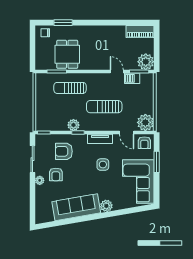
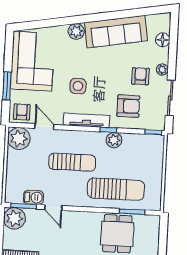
sun lounger: (70, 88) -> (116, 189), width x1.36, depth x1.34
tv unit: (100, 139) -> (87, 120), width x1.41
floor lamp: (41, 203) -> (163, 40), added

